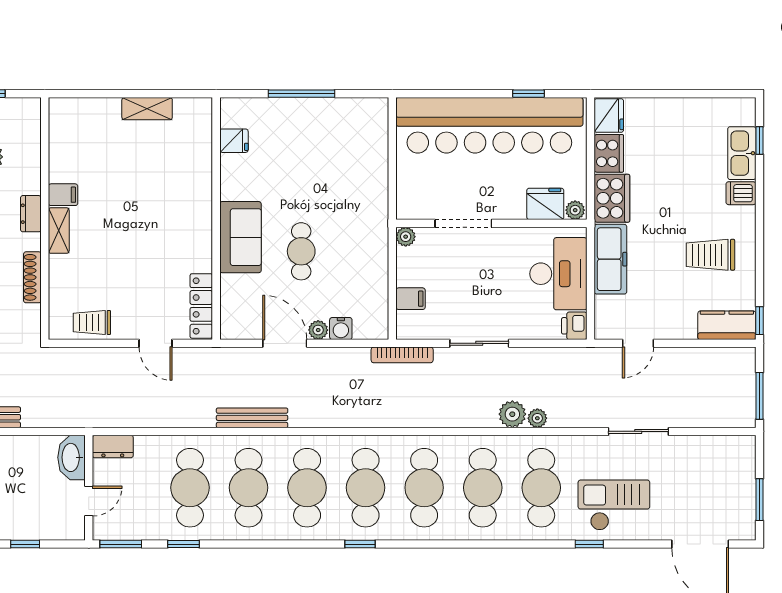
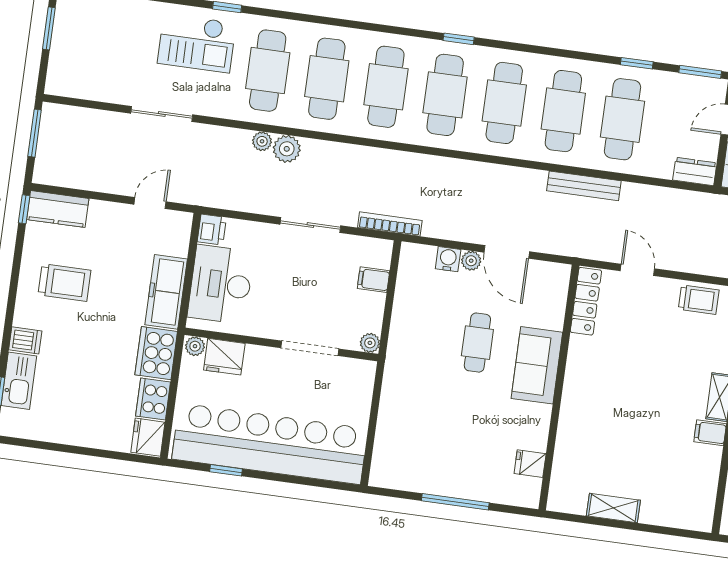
bench: (252, 418) -> (584, 186), moved

